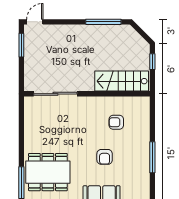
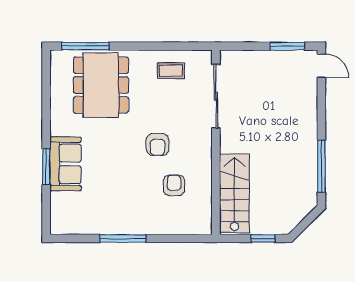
coffee table: (38, 124) -> (171, 71), added
armchair: (105, 157) -> (157, 145), moved, turned -90

